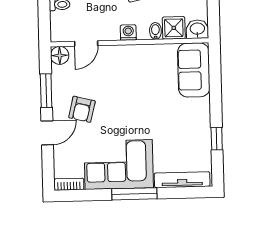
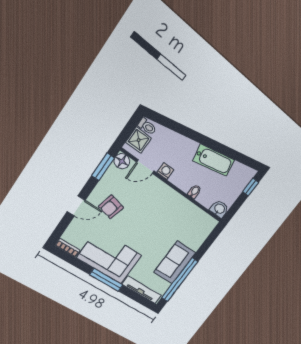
shower: (174, 28) -> (139, 140), moved
washing machine: (128, 33) -> (165, 171), moved
sofa: (194, 70) -> (175, 263), moved
window: (46, 91) -> (103, 167), moved
window: (217, 139) -> (180, 280), width x3.17

